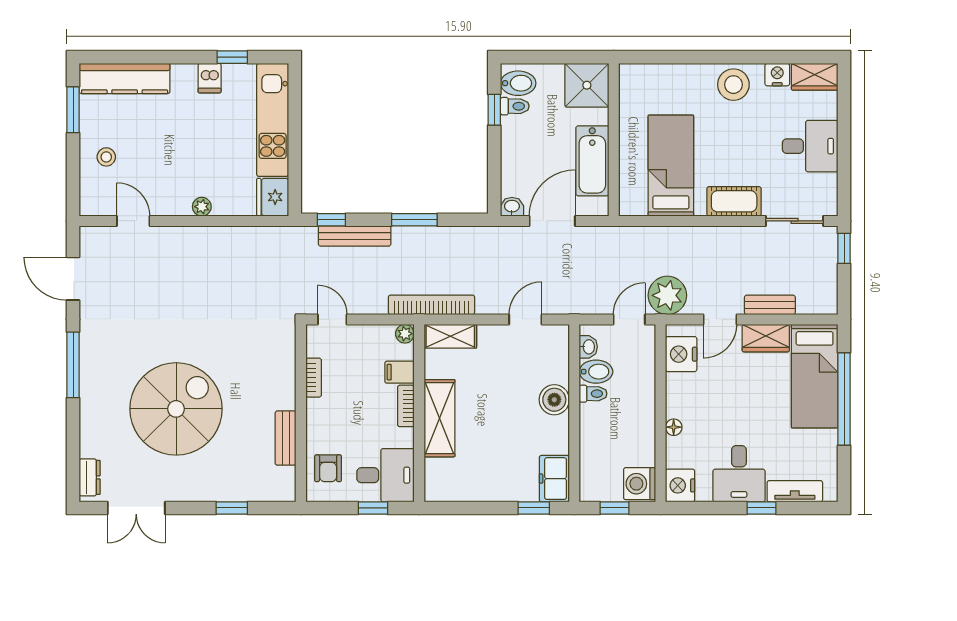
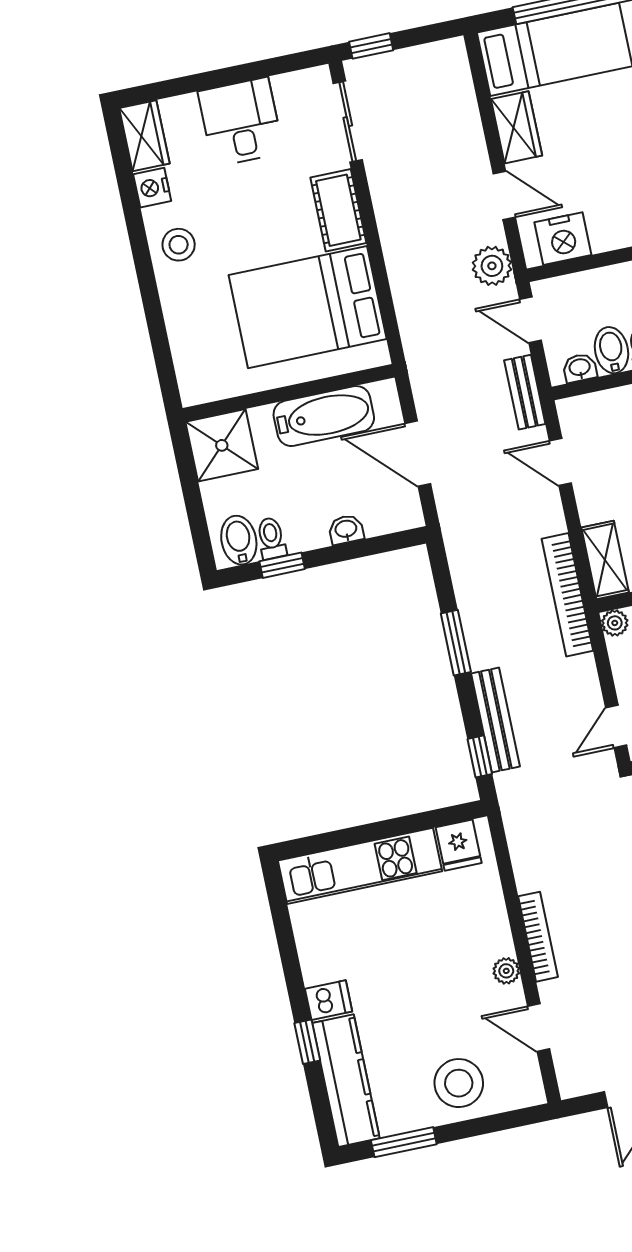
window: (232, 57) -> (307, 1042), moved
dishwasher: (210, 78) -> (329, 1000), moved
stool: (733, 85) -> (179, 245), width x0.73, depth x0.73
stool: (106, 157) -> (459, 1083), width x1.89, depth x1.89
bed: (671, 166) -> (308, 307), width x1.50
fridge: (273, 197) -> (459, 845), width x0.72
plant: (202, 207) -> (506, 971), moved
washbasin: (512, 207) -> (346, 530), moved, turned 90
door: (133, 221) -> (539, 1028), hinge flipped
bookcase: (197, 234) -> (538, 937), added
plant: (667, 295) -> (492, 266), width x0.73, depth x0.73
bench: (770, 305) -> (525, 392), moved

